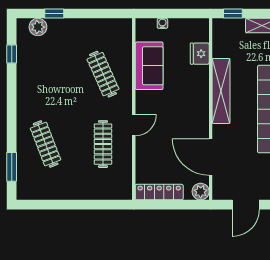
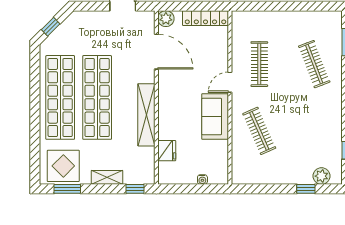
sofa: (149, 66) -> (215, 117), moved

